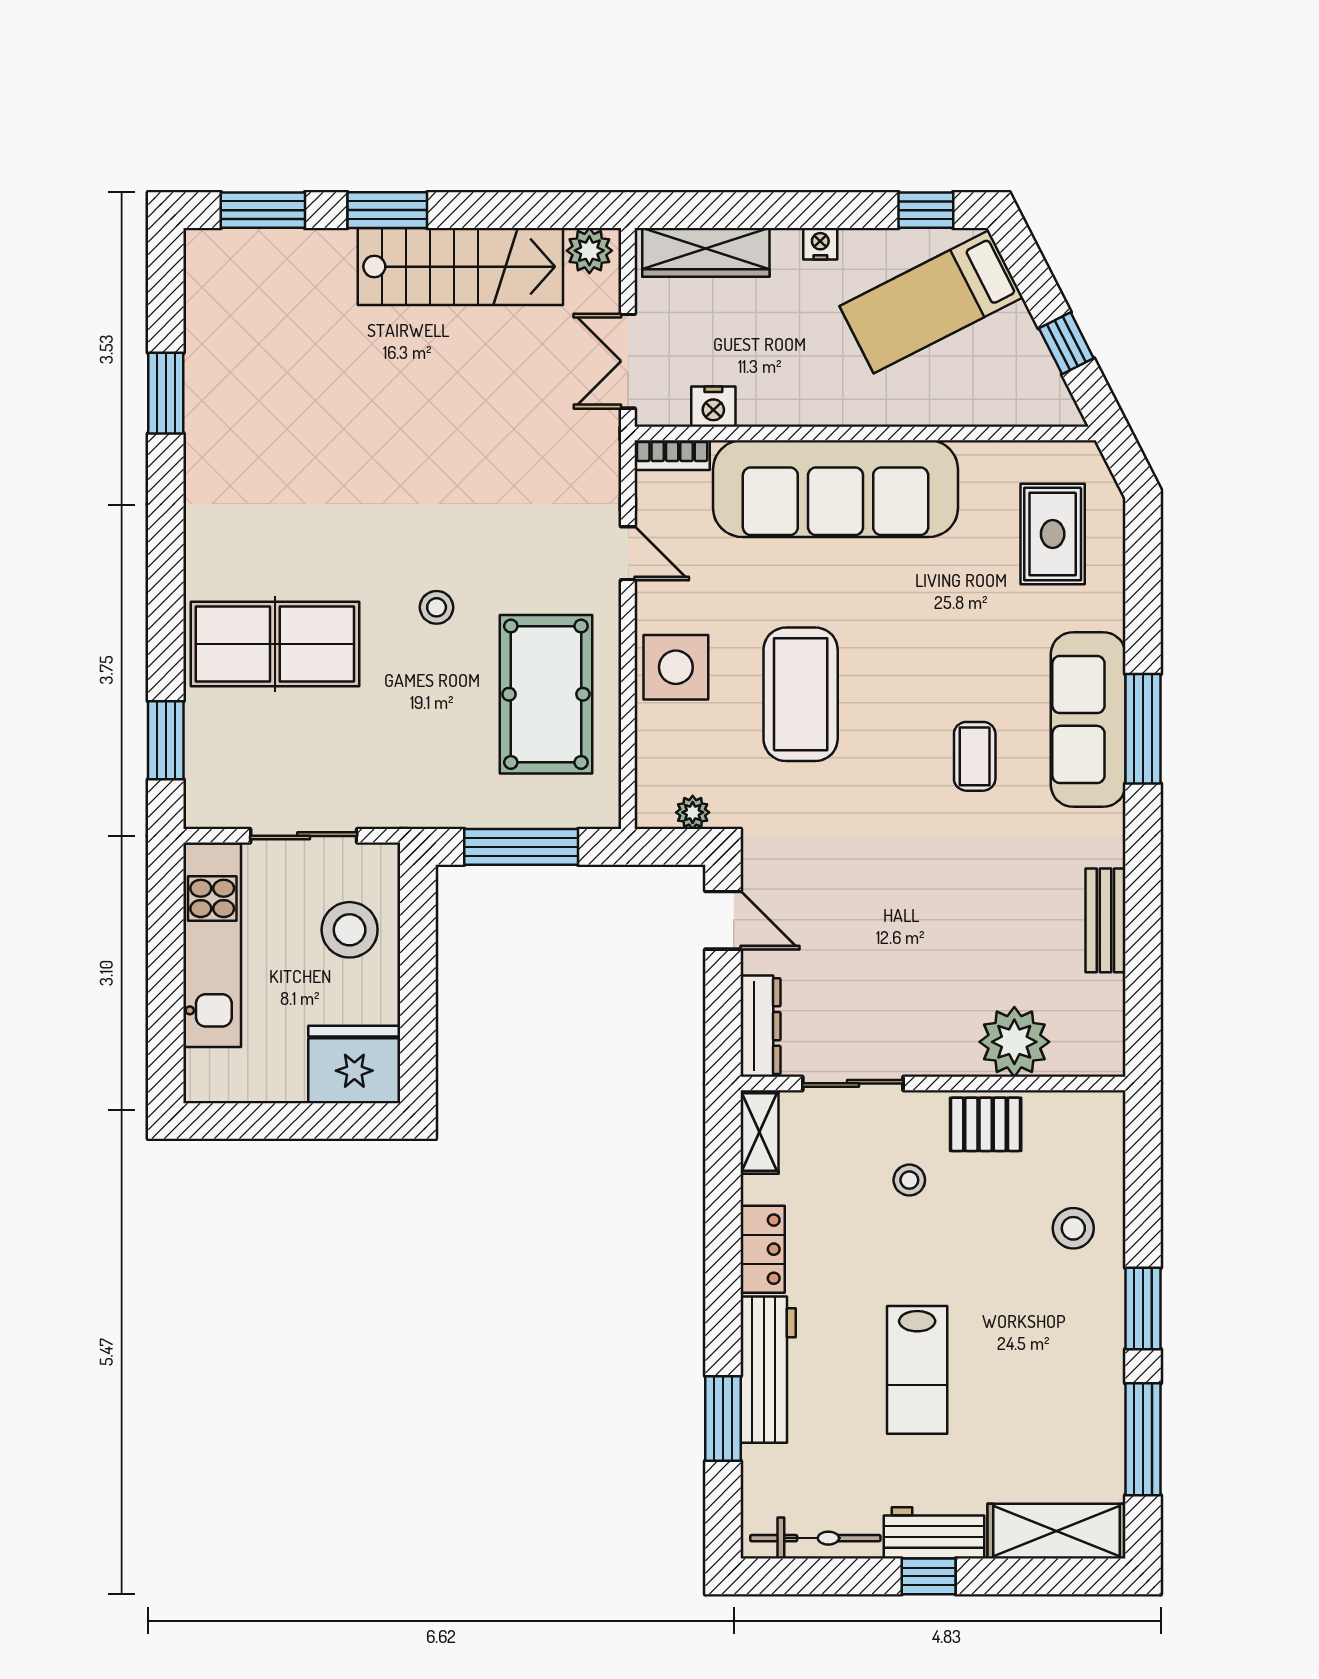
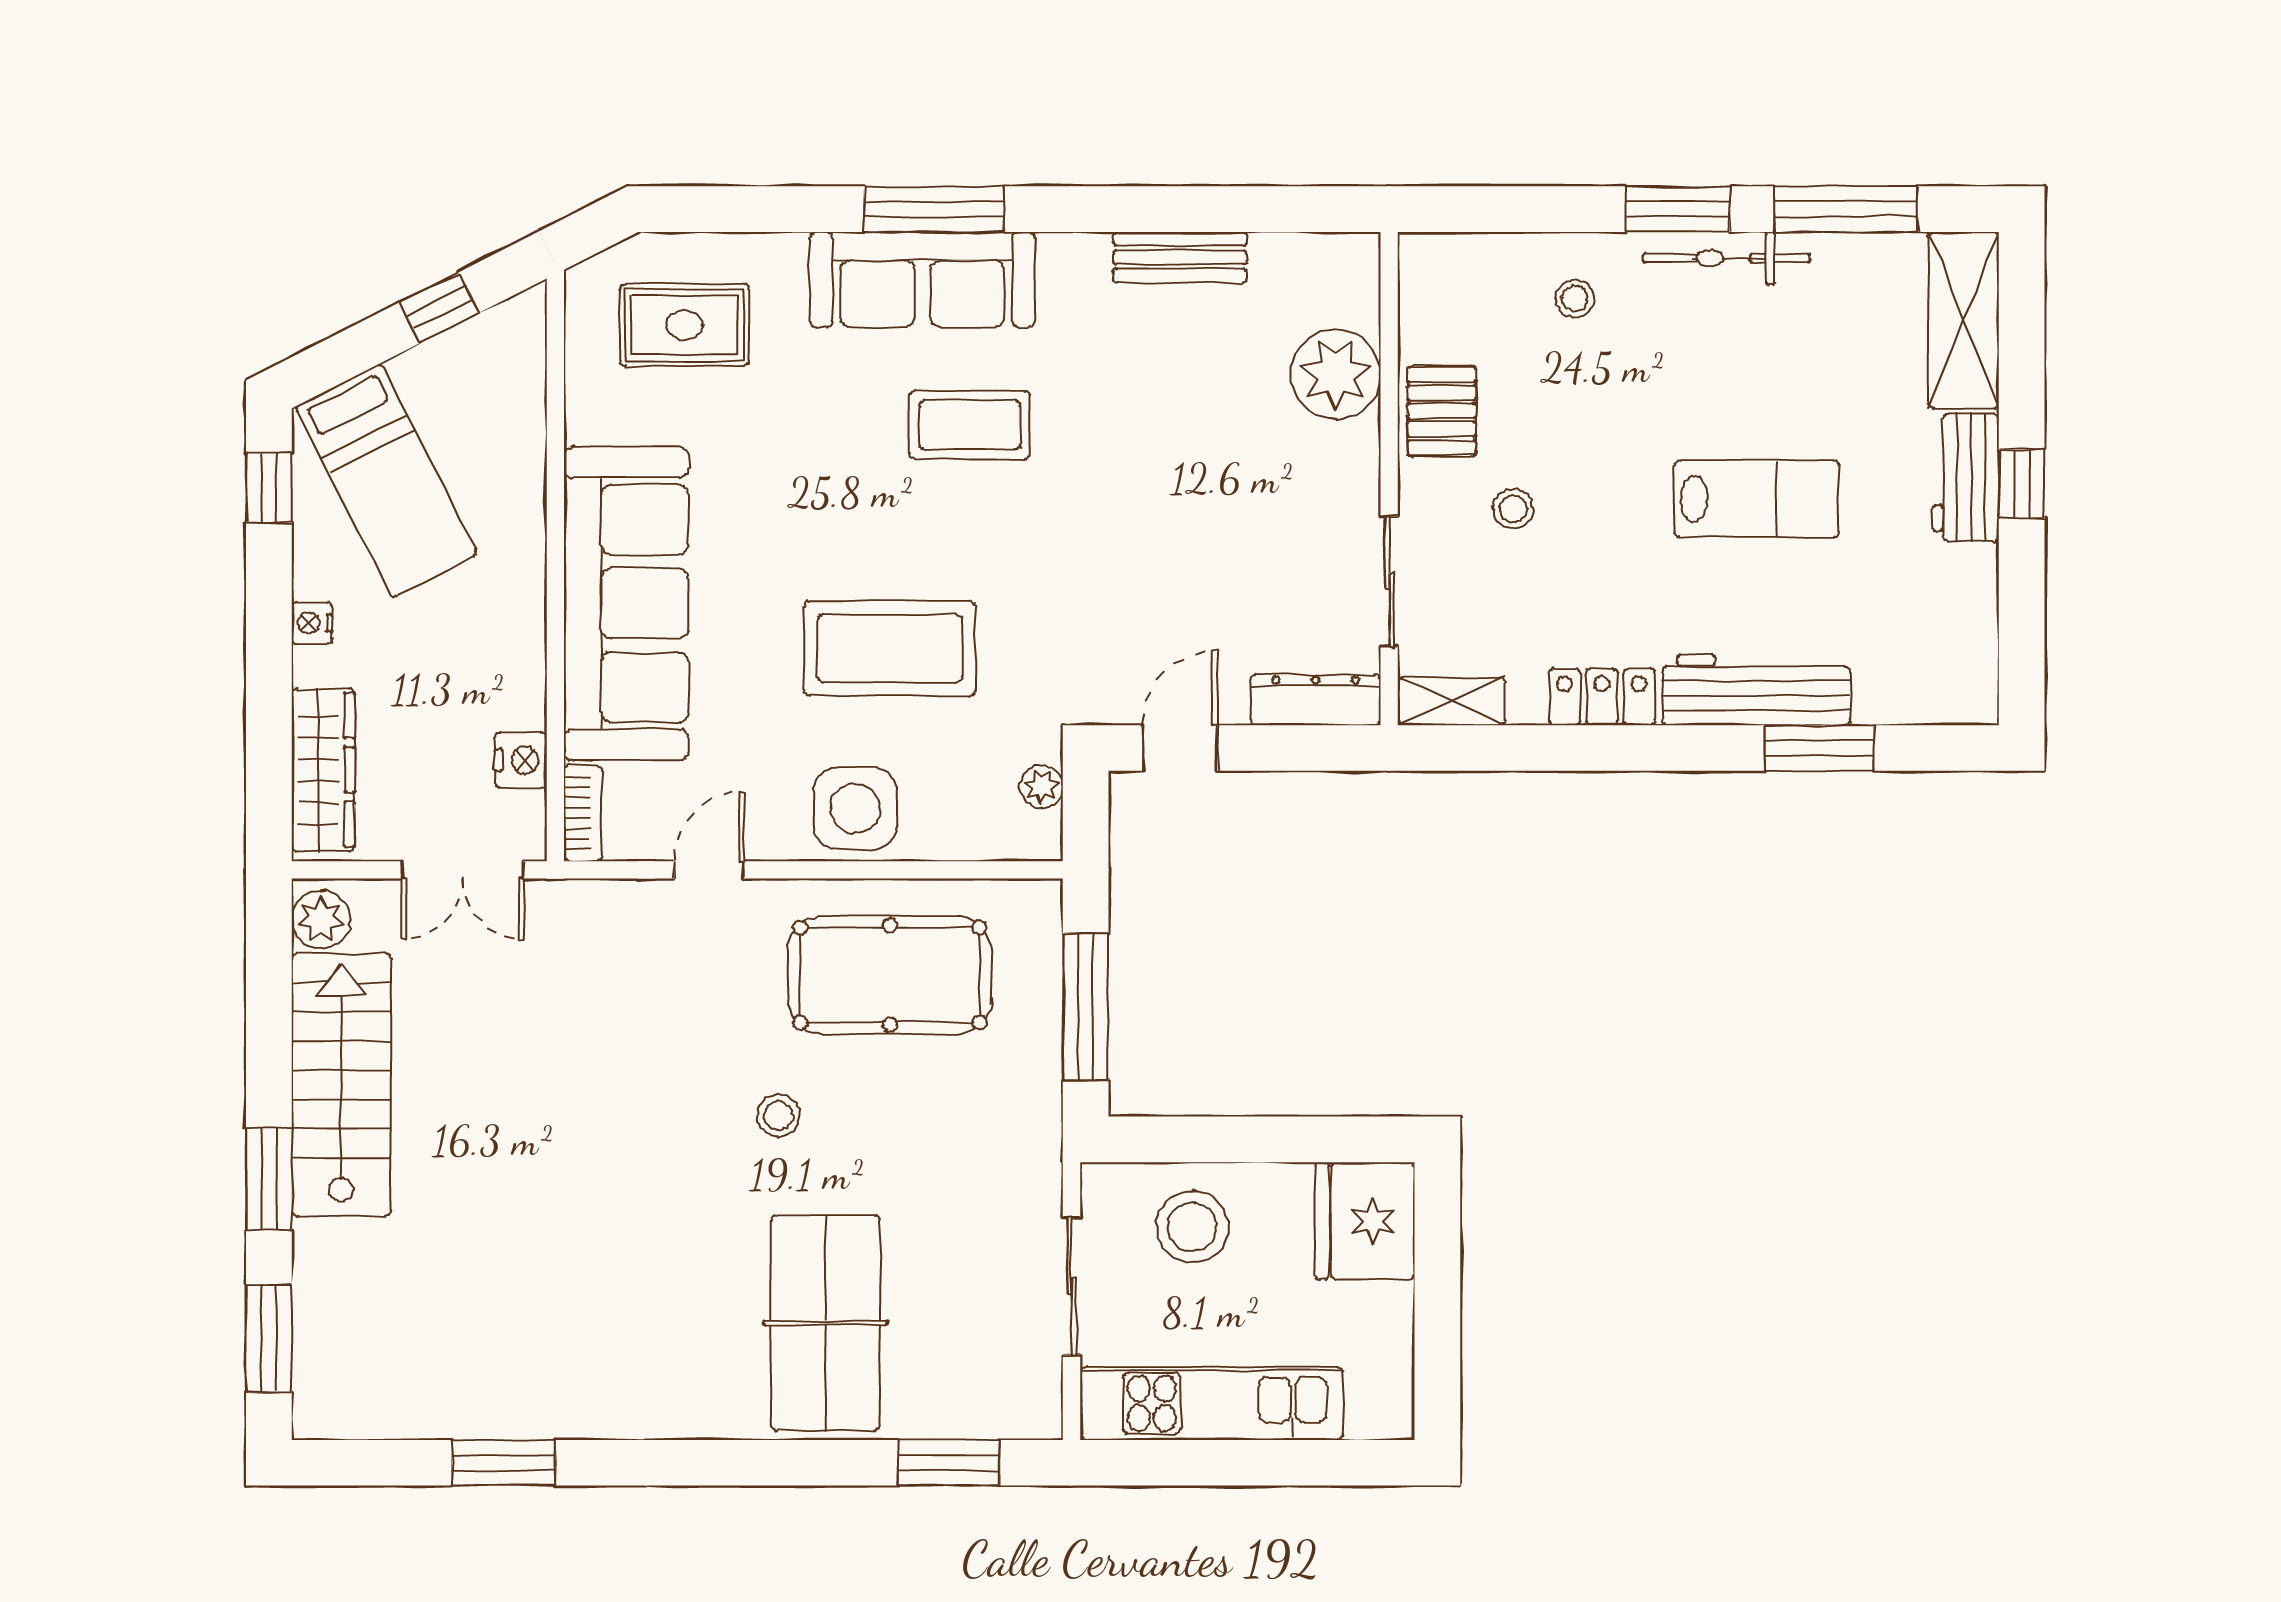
coffee table: (975, 756) -> (970, 425), width x1.36, depth x1.30
stool: (1073, 1228) -> (1575, 299), width x0.73, depth x0.73
bicycle: (815, 1538) -> (1726, 258), moved, turned -90

